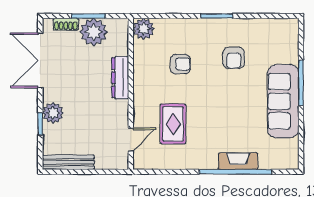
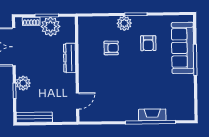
plant: (144, 29) -> (124, 23), moved
sofa: (283, 101) -> (183, 48), moved
rug: (173, 124) -> (107, 90), removed

